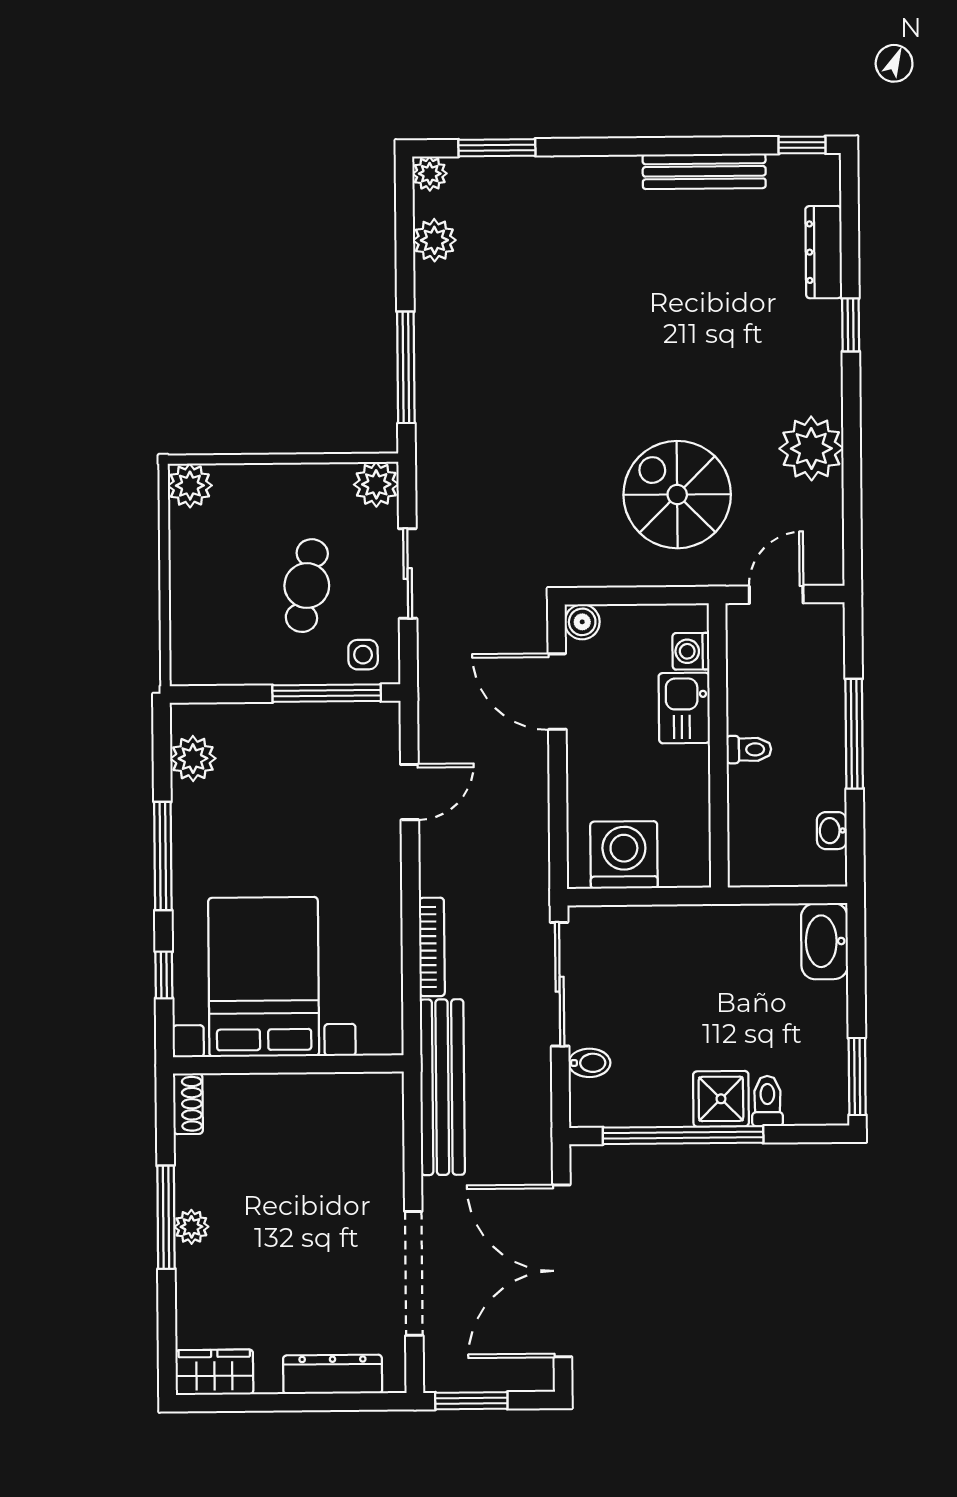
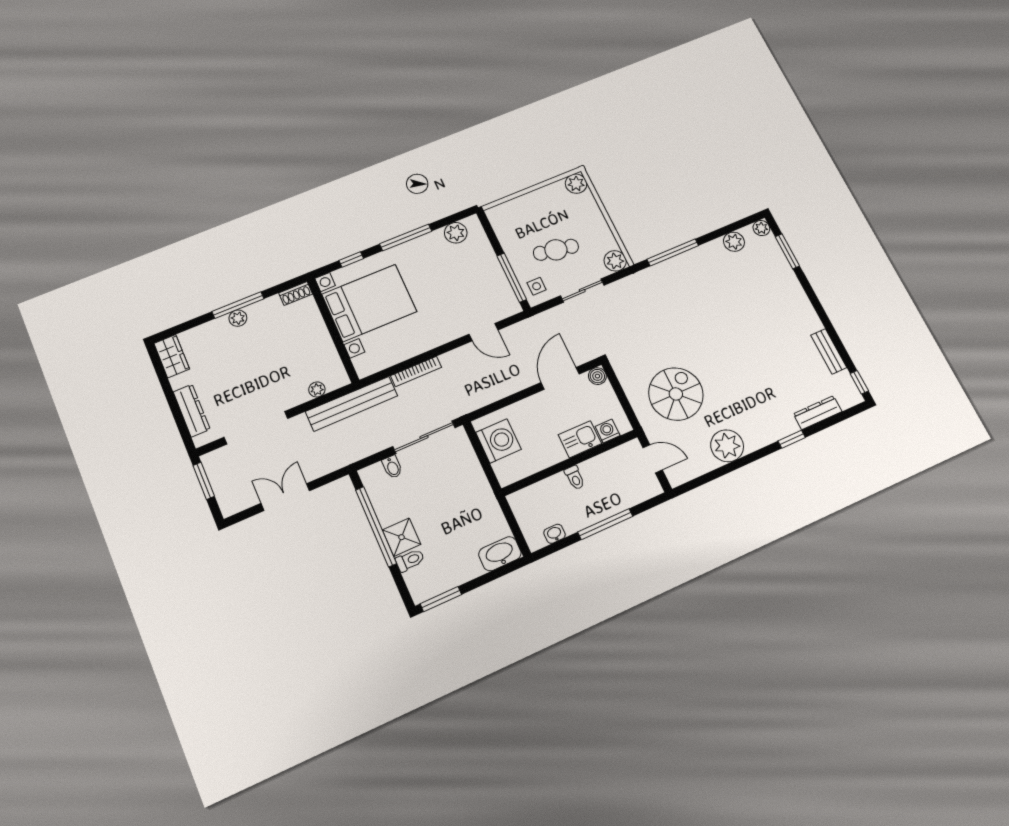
bench: (704, 171) -> (829, 351), width x0.73
plant: (389, 1138) -> (317, 389), added
double door: (562, 1271) -> (285, 497), width x0.54

